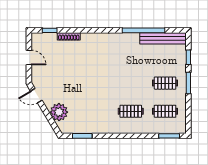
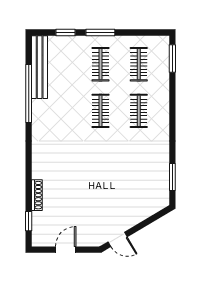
clothes rail: (131, 83) -> (101, 111), added
door: (36, 96) -> (118, 239), hinge flipped
plant: (59, 112) -> (140, 208), removed

